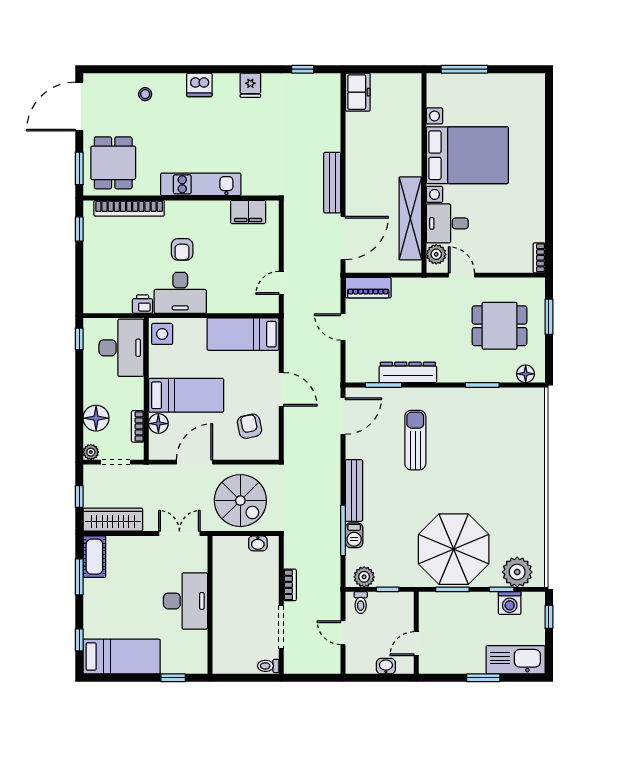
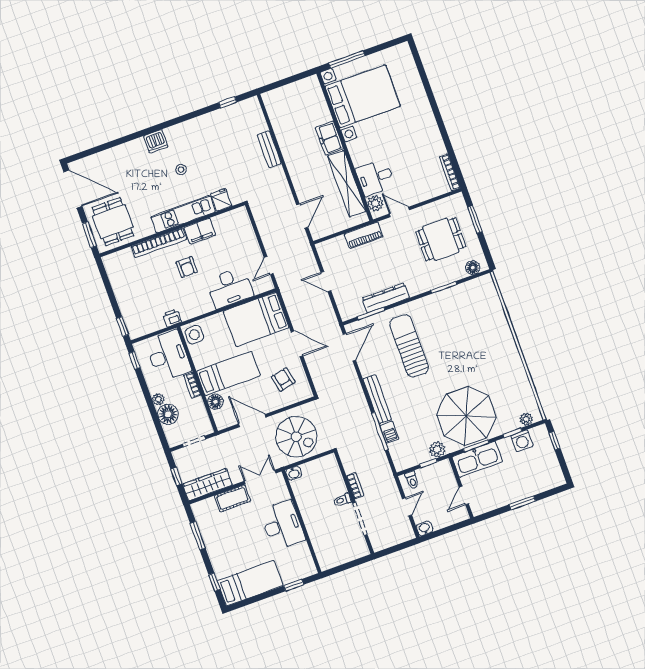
fridge: (250, 85) -> (221, 200), moved, turned 180
freezer: (358, 92) -> (329, 138), moved, turned 180
stool: (145, 94) -> (181, 170), moved
door: (79, 107) -> (73, 189), swing flipped
bed with nightstands: (467, 155) -> (363, 96), moved
bench: (332, 183) -> (269, 149), moved, width x0.73
bookcase: (129, 208) -> (159, 243), moved
filing cabinet: (248, 212) -> (200, 231), moved
window: (79, 229) -> (122, 327), moved
door: (343, 238) -> (302, 216), width x0.73
bookcase: (539, 258) -> (450, 172), width x1.56
piano: (368, 288) -> (364, 235), moved
desk: (180, 293) -> (230, 288), moved
bed: (243, 334) -> (256, 319), width x1.50
bookcase: (138, 426) -> (192, 385), moved
sun lounger: (415, 440) -> (409, 346), width x1.36, depth x1.34
plant: (91, 452) -> (158, 399), moved
door: (195, 462) -> (252, 421), hinge flipped
washbasin: (258, 543) -> (294, 473), moved
cot: (94, 557) -> (232, 498), moved, turned 90
plant: (517, 572) -> (526, 419), width x0.53, depth x0.53
plant: (364, 577) -> (437, 449), moved
door: (343, 633) -> (407, 507), swing flipped
kitchen sink: (516, 660) -> (477, 459), moved, turned 180
toilet: (268, 666) -> (342, 500), moved
washbasin: (386, 666) -> (425, 528), moved

